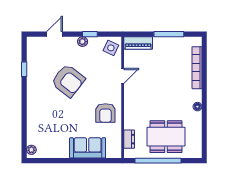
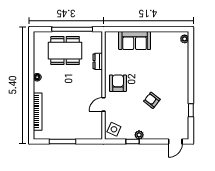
door: (54, 34) -> (175, 141), moved
piano: (138, 43) -> (90, 134), removed
armchair: (68, 81) -> (152, 100), width x0.53, depth x0.53
armchair: (105, 113) -> (118, 83), moved
dresser: (129, 139) -> (98, 61), moved

